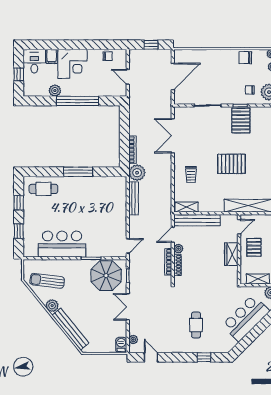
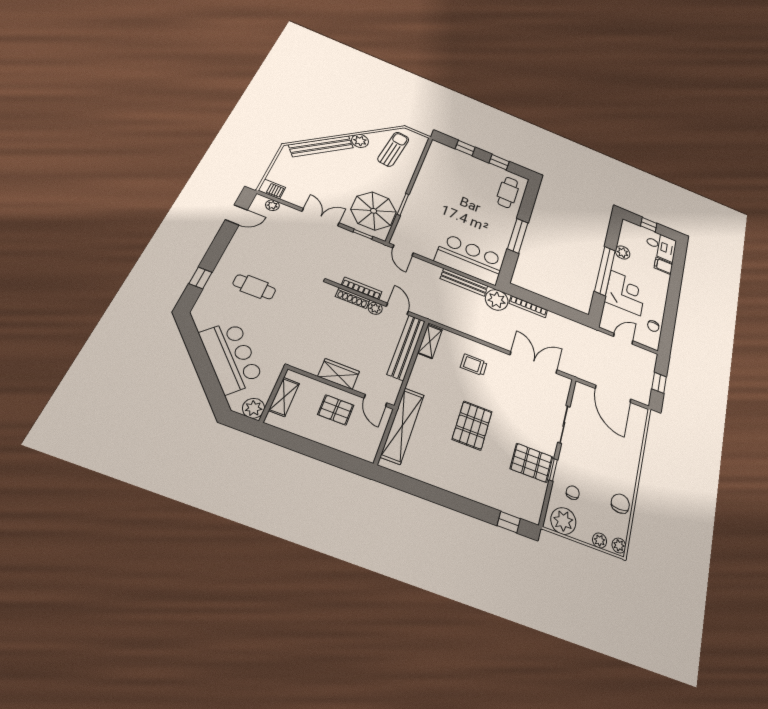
corner desk: (72, 64) -> (626, 293), moved, turned 180
bar counter: (62, 244) -> (470, 259), moved, turned -90

